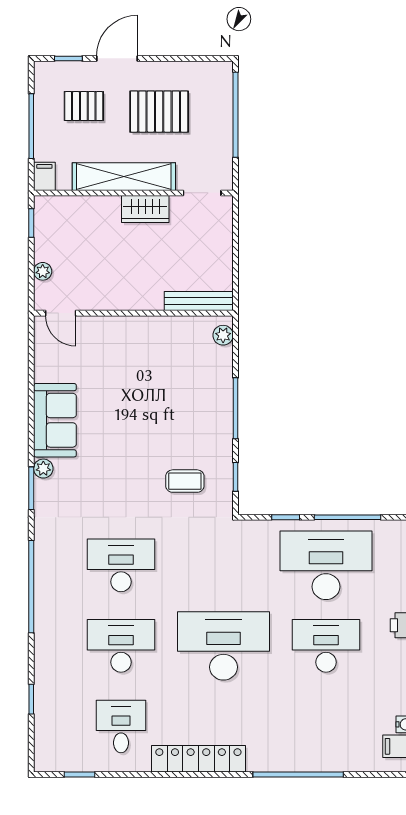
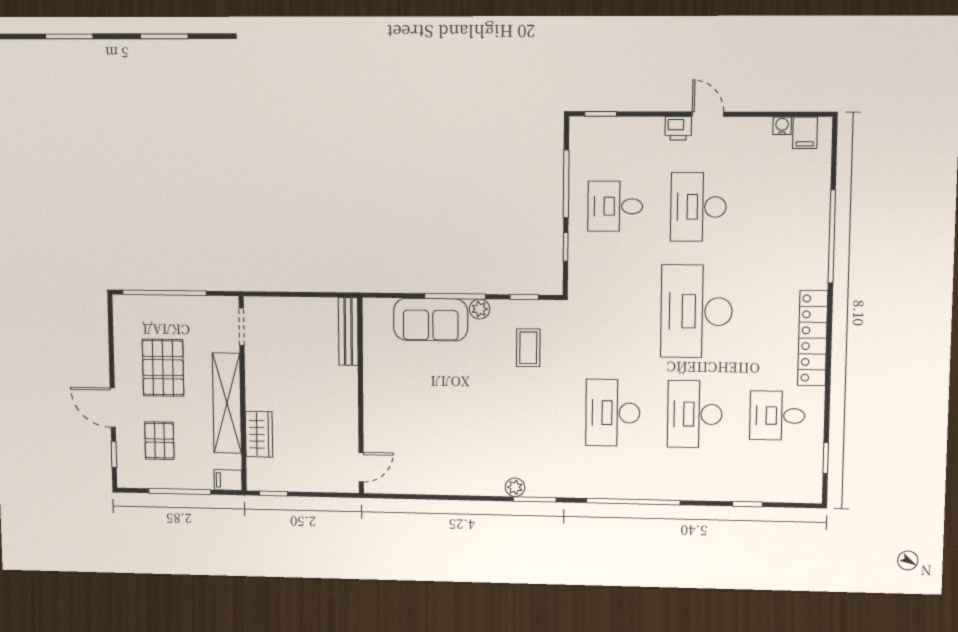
wardrobe: (145, 209) -> (259, 434), moved
plant: (43, 271) -> (320, 484), removed
plant: (223, 335) -> (480, 309), moved
sofa: (55, 420) -> (431, 320), moved, turned 180
desk: (326, 565) -> (615, 206), width x0.53, depth x0.77

